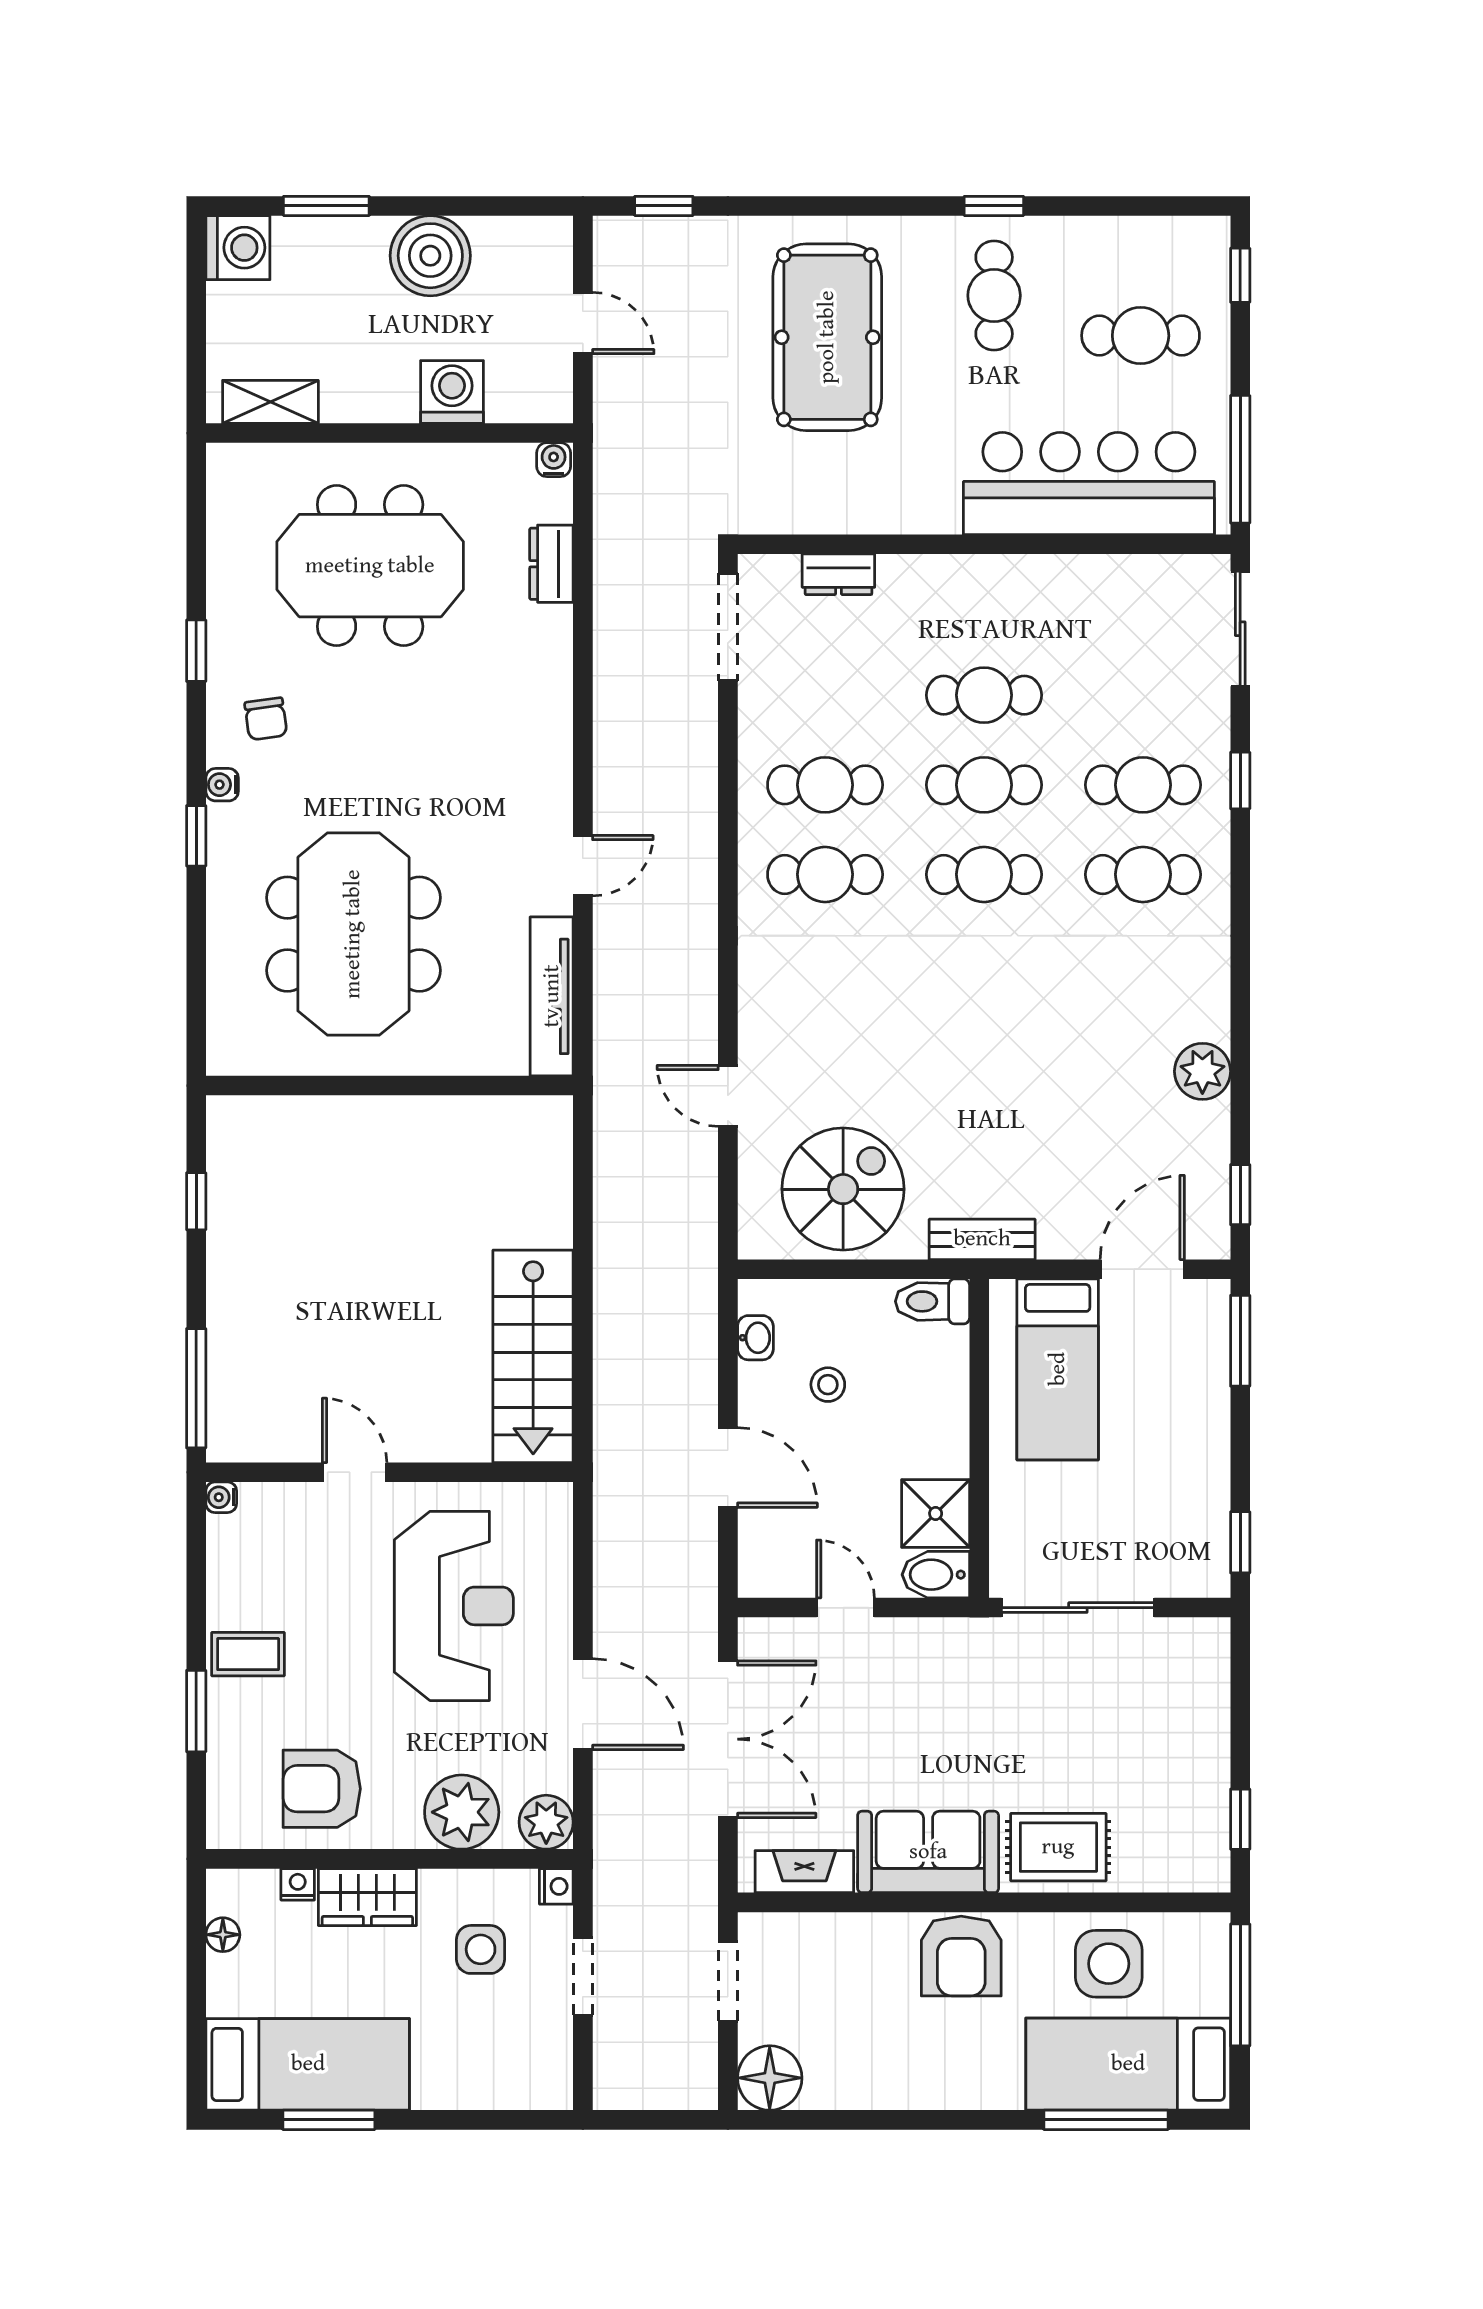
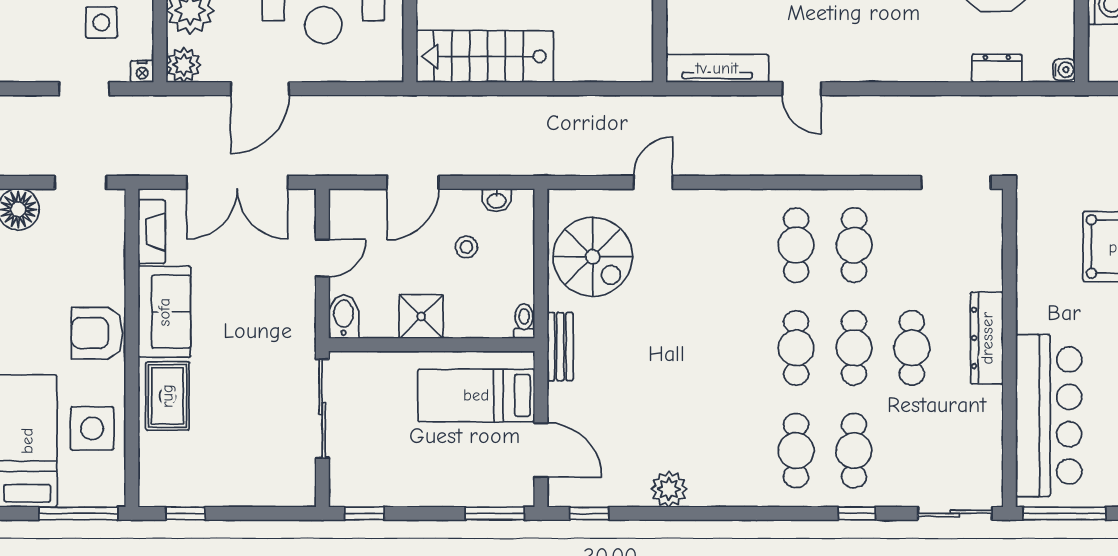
dresser: (838, 574) -> (987, 338), moved, width x1.96, depth x1.24
toilet: (932, 1301) -> (524, 321), width x0.73, depth x0.72
shower: (936, 1513) -> (421, 317), moved

